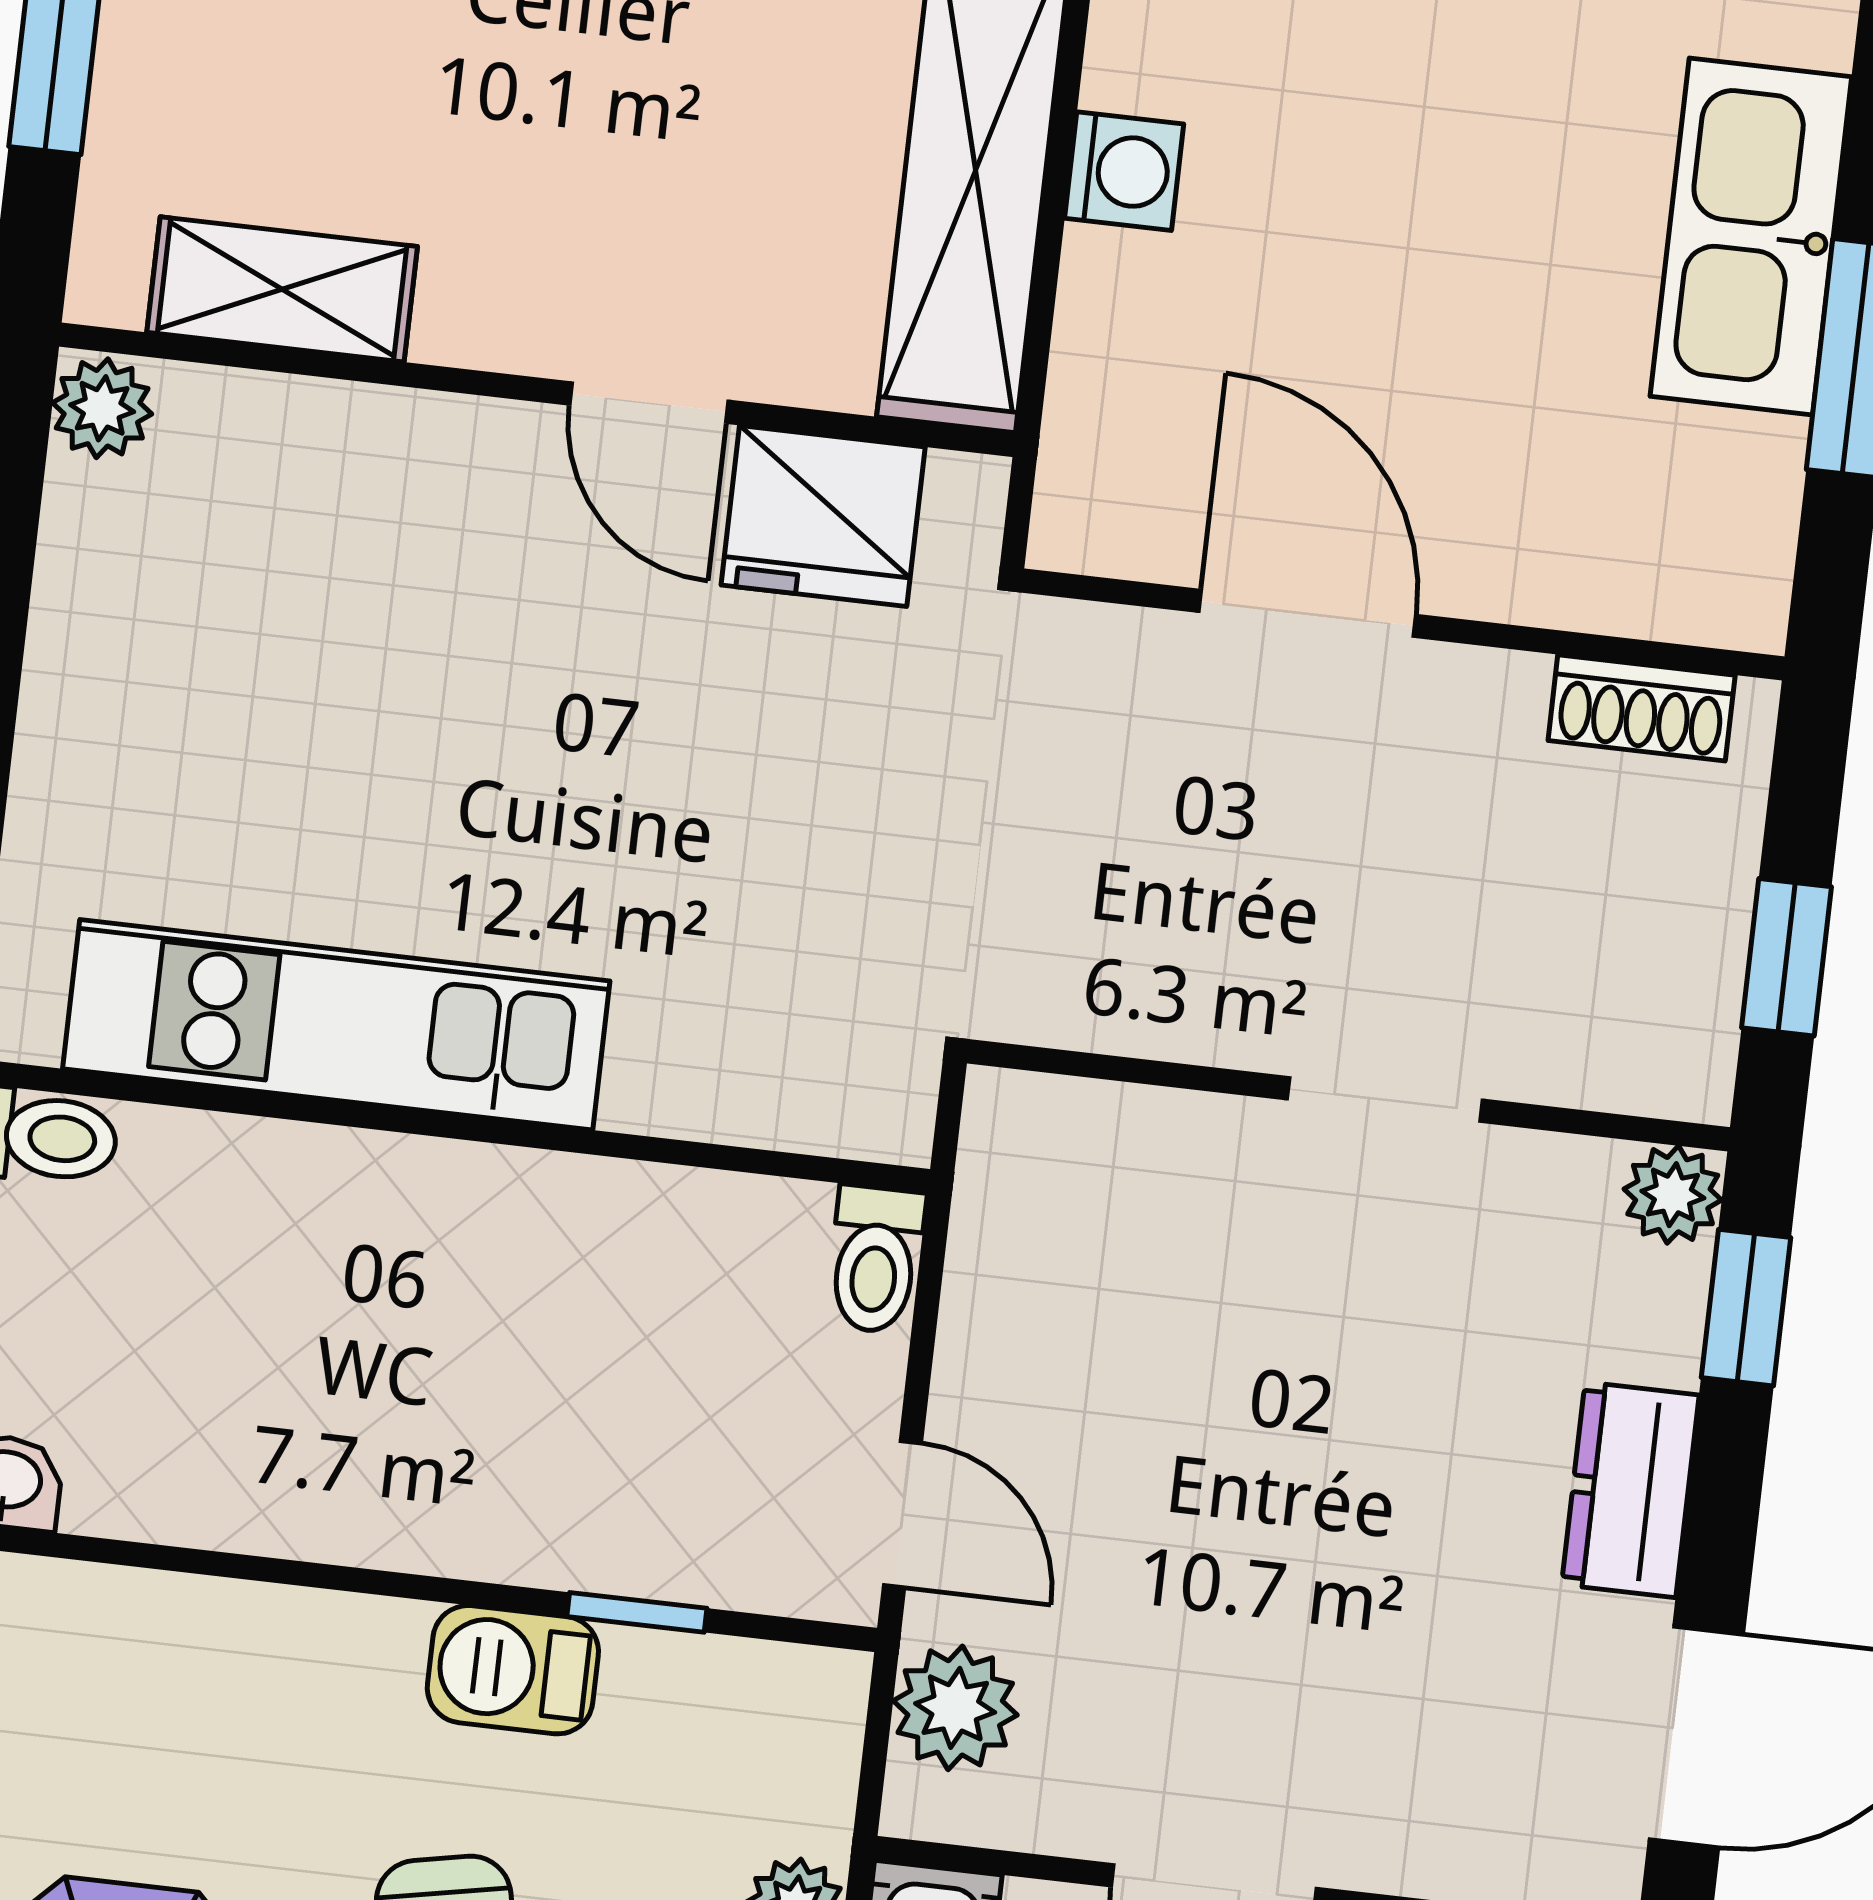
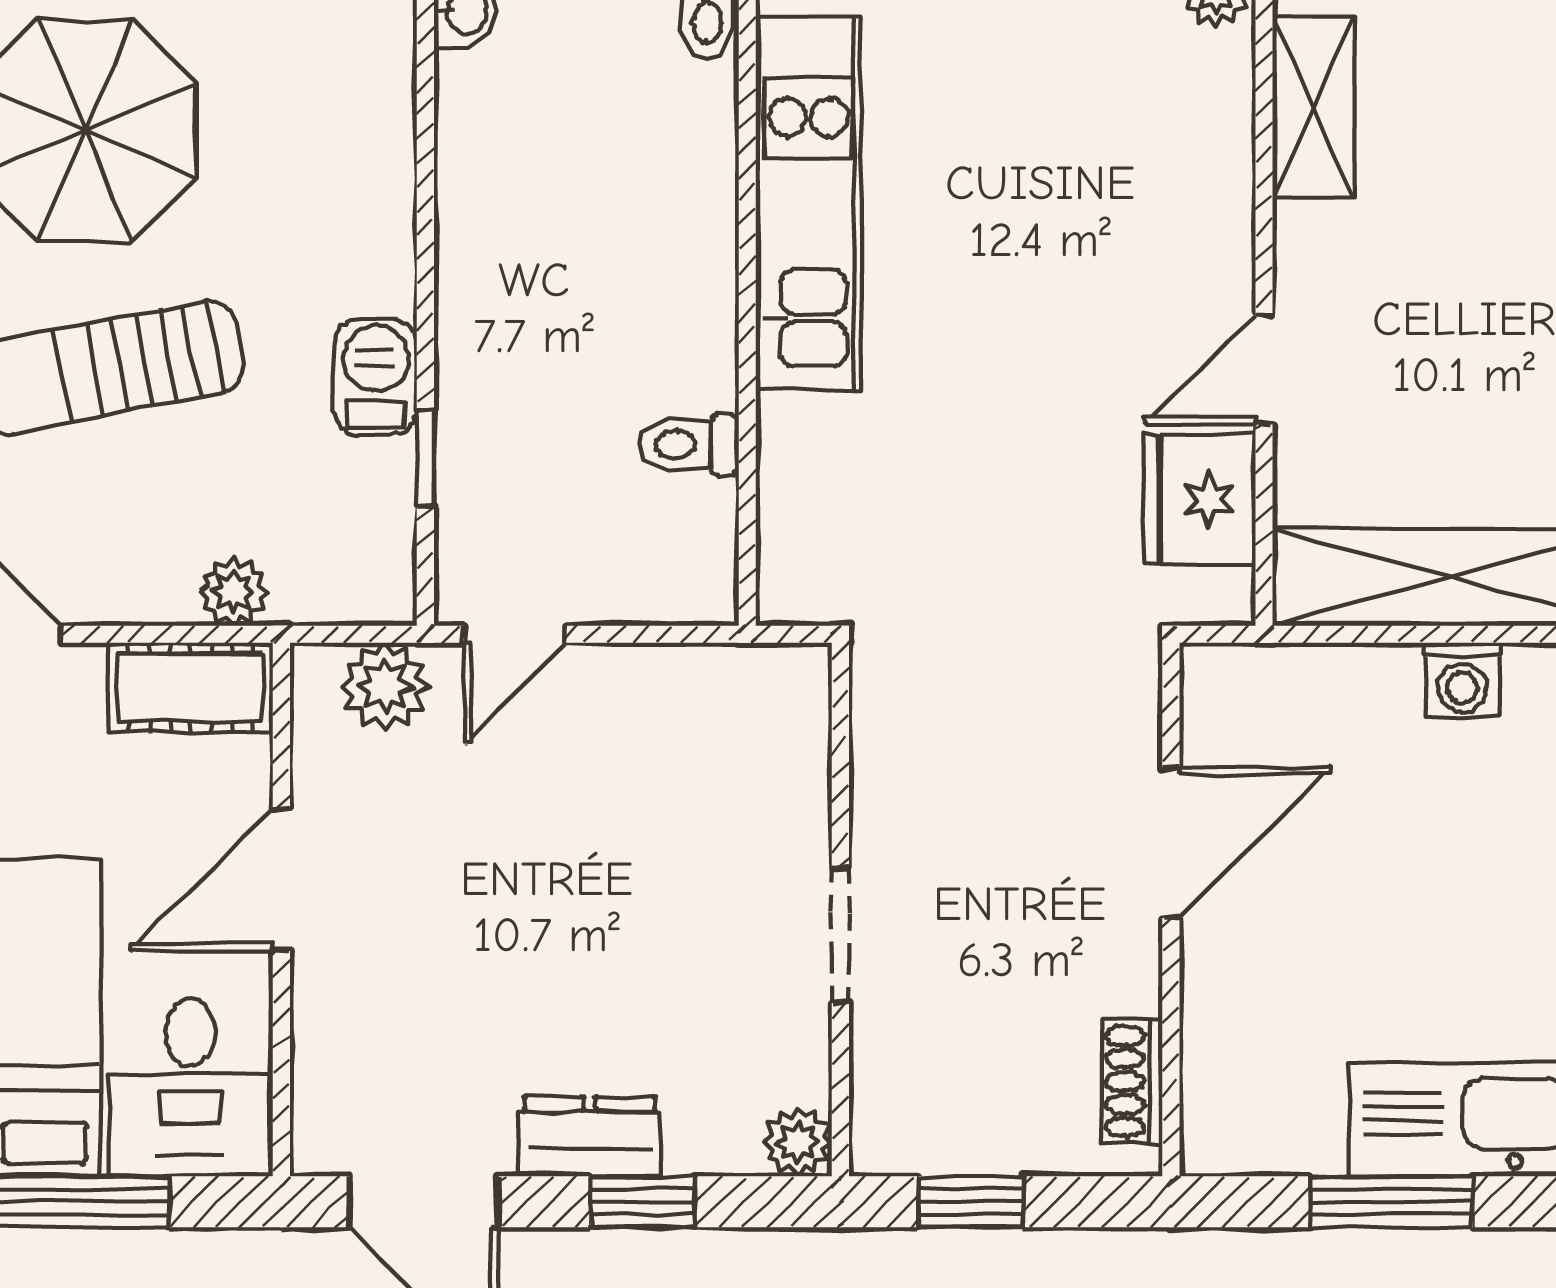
toilet: (876, 1259) -> (689, 445), moved
window: (1746, 1308) -> (643, 1202), moved

